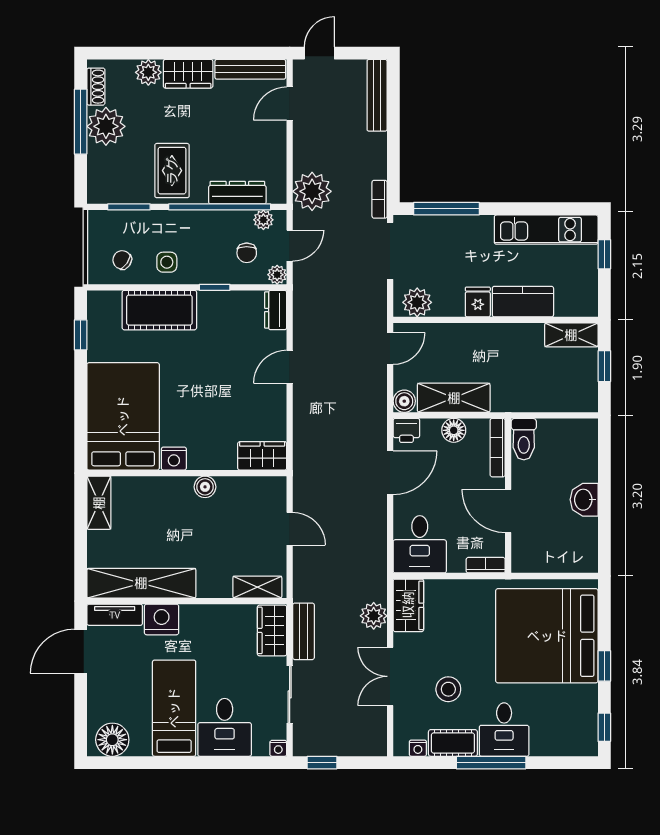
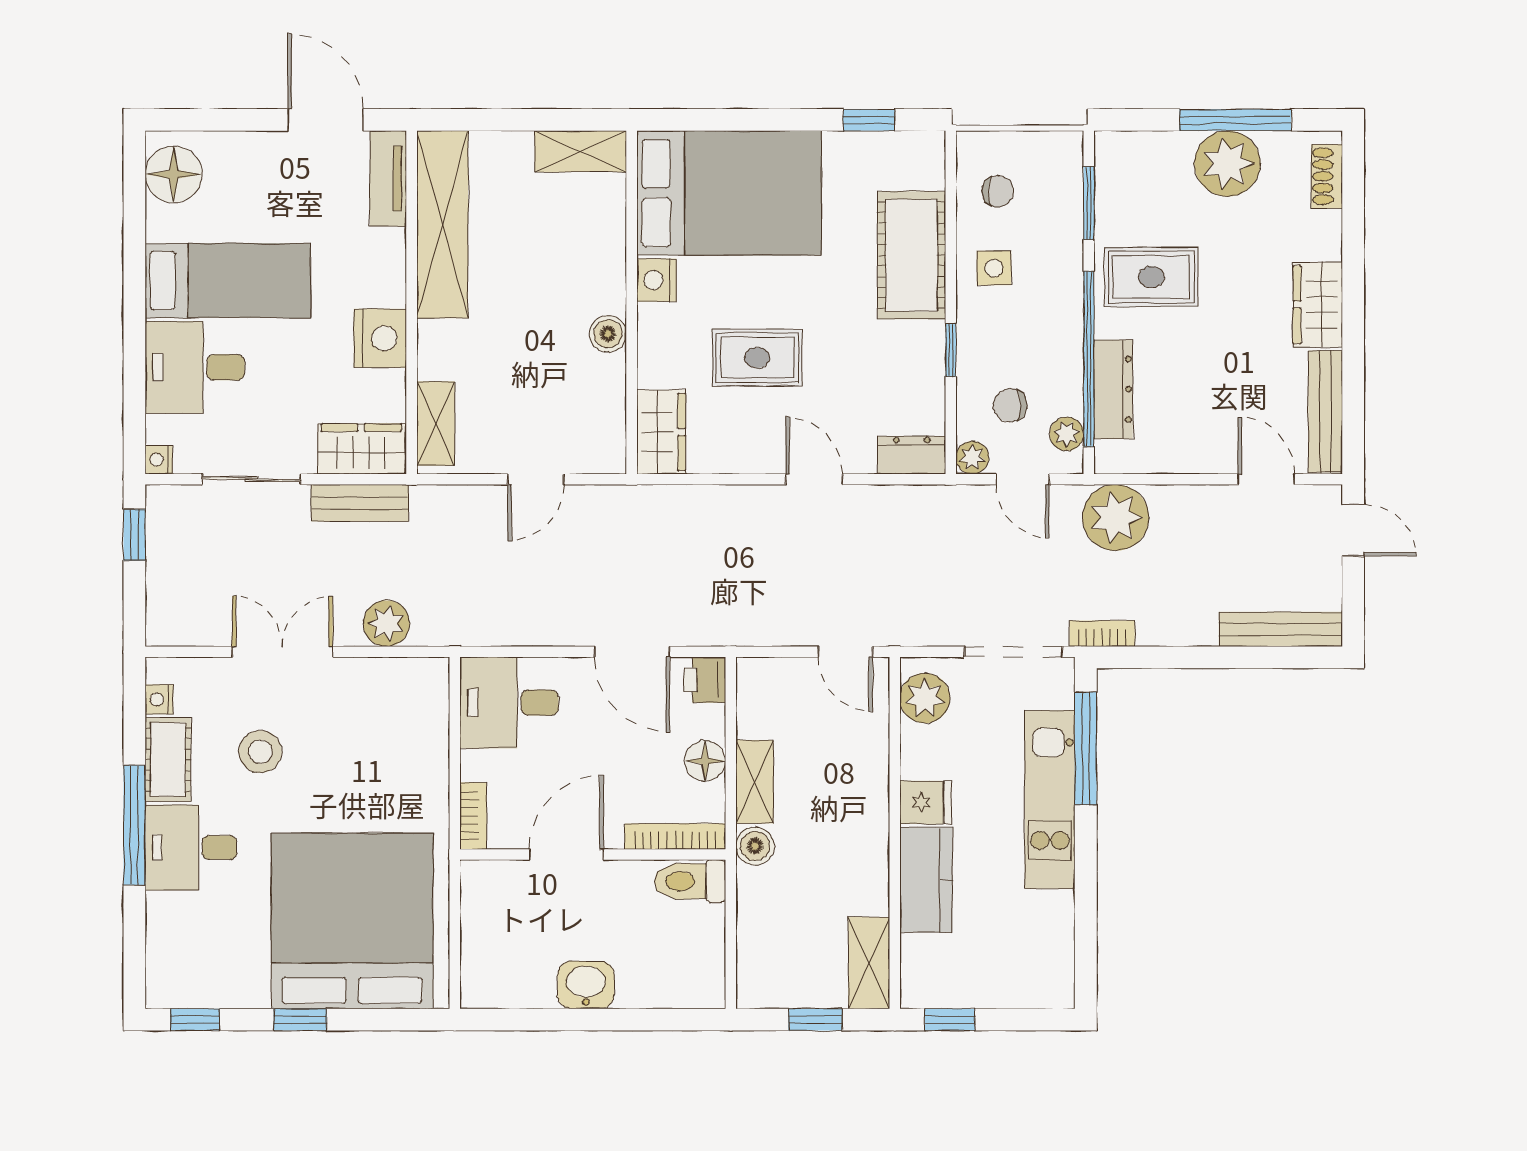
plant: (148, 72) -> (1320, 236), removed
shoe rack: (96, 87) -> (1327, 176), moved, turned 90
kitchen unit: (546, 230) -> (1050, 799), moved
window: (604, 254) -> (950, 1020), moved
chair: (122, 260) -> (998, 191), turned 56
shelving: (454, 398) -> (755, 782), width x0.67, depth x0.75
rug: (219, 400) -> (757, 358), added
boiler: (404, 401) -> (755, 846), moved
wardrobe: (408, 605) -> (404, 683), removed
nightstand: (162, 619) -> (380, 338), moved

